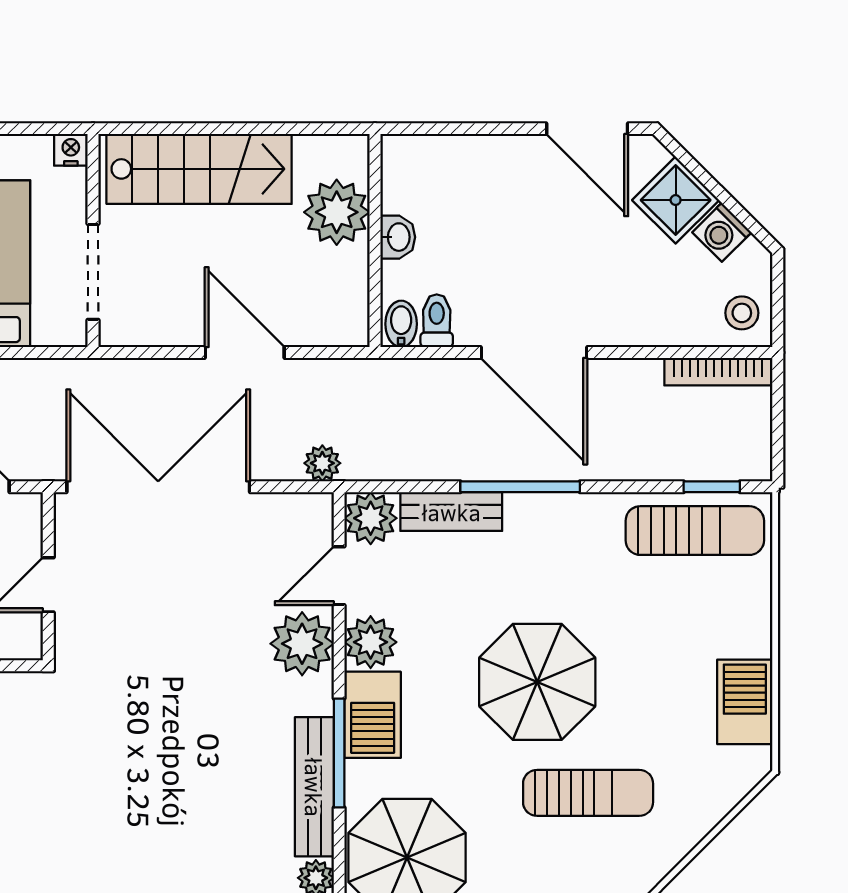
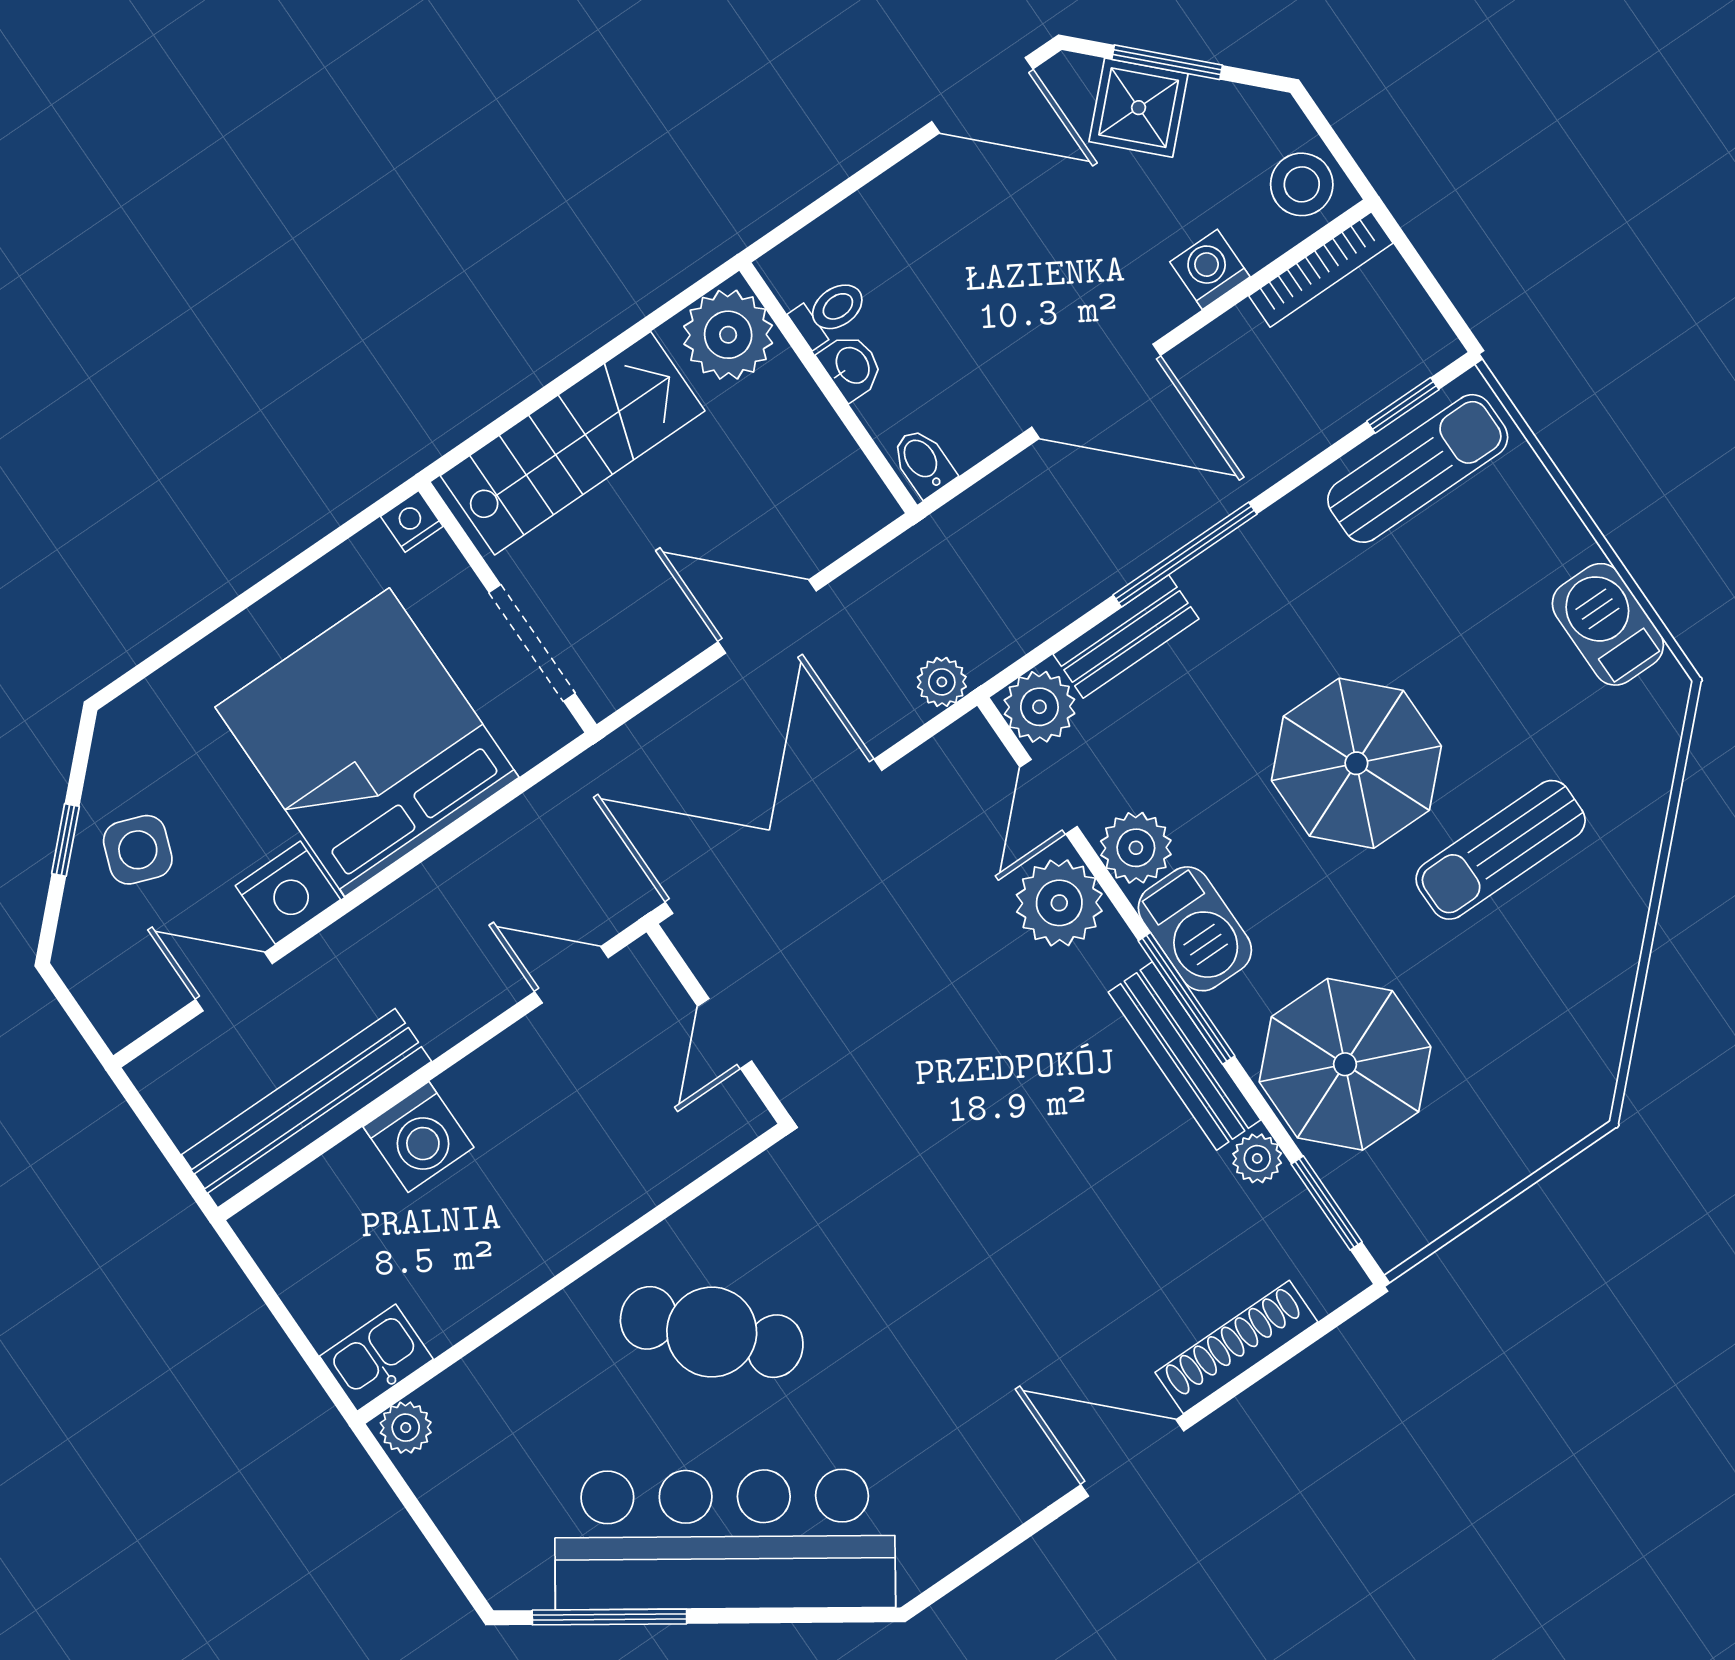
window: (711, 184) -> (1167, 62), added
plant: (337, 212) -> (728, 335), moved
washing machine: (722, 232) -> (1210, 269), moved, turned 135
stool: (742, 313) -> (1302, 184), width x1.37, depth x1.37
toilet: (437, 321) -> (830, 312), moved, turned 90
sun lounger: (588, 793) -> (1501, 850), turned 180

